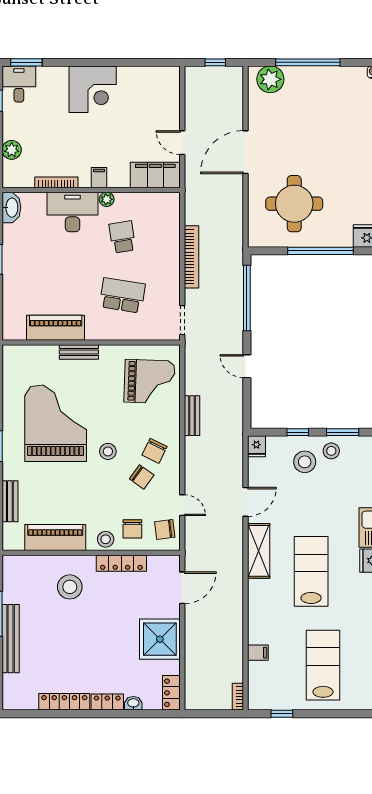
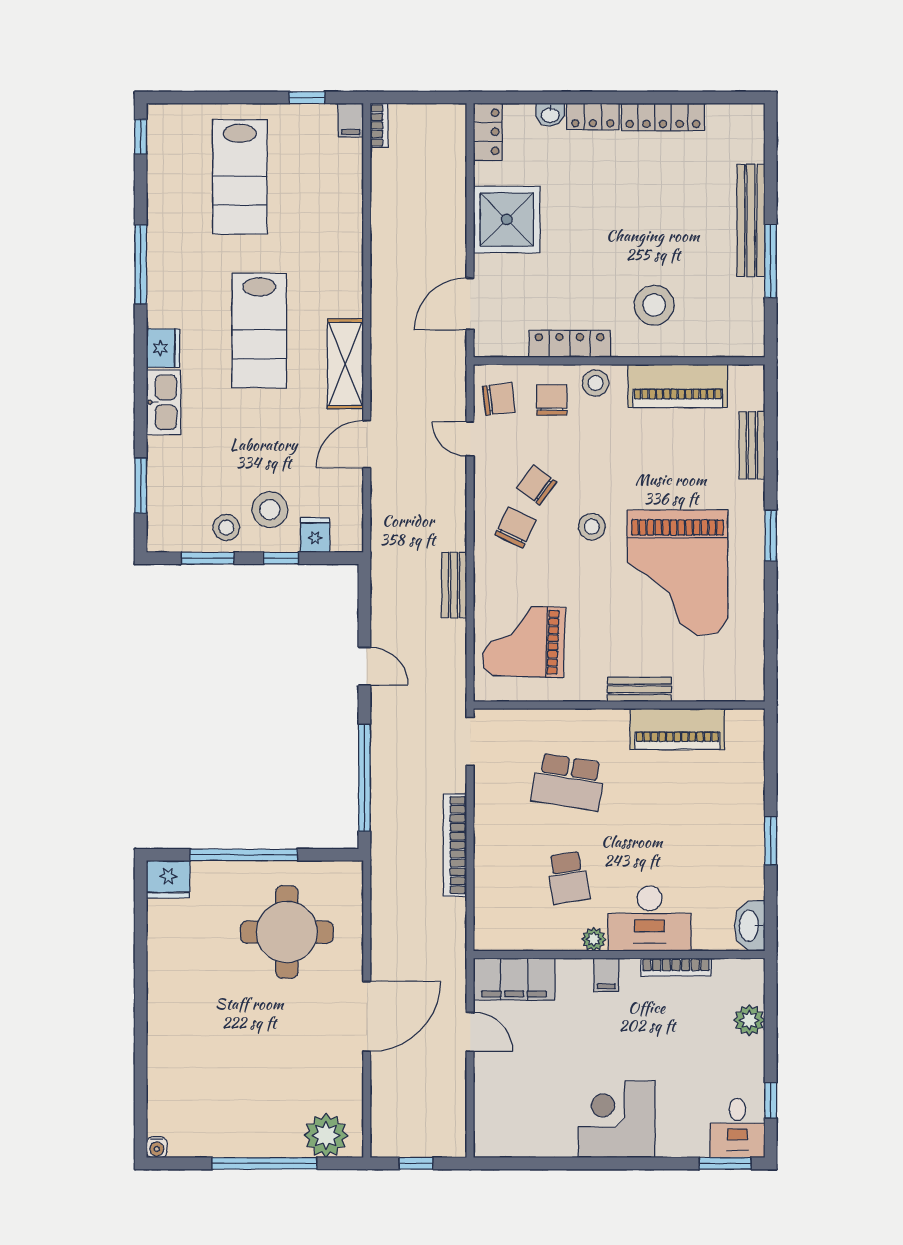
fridge: (256, 446) -> (315, 535), moved
filing cabinet: (258, 653) -> (351, 120), moved, turned -90

